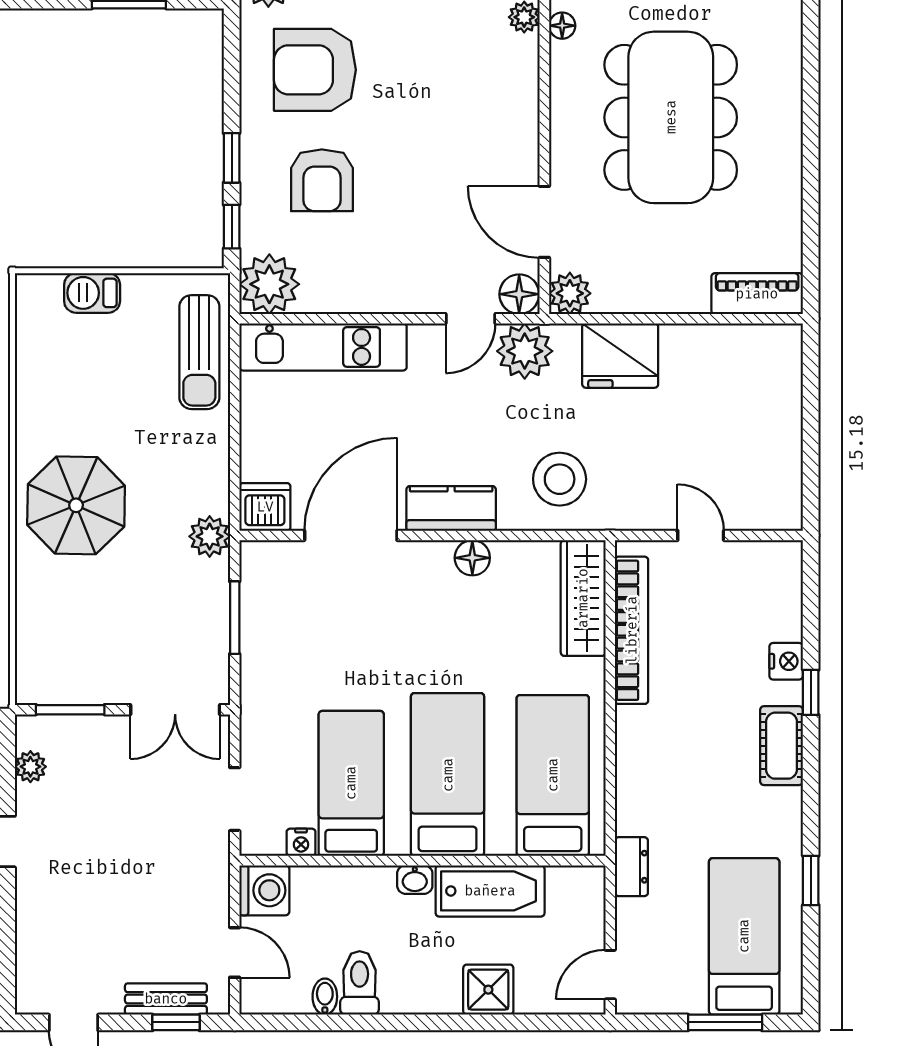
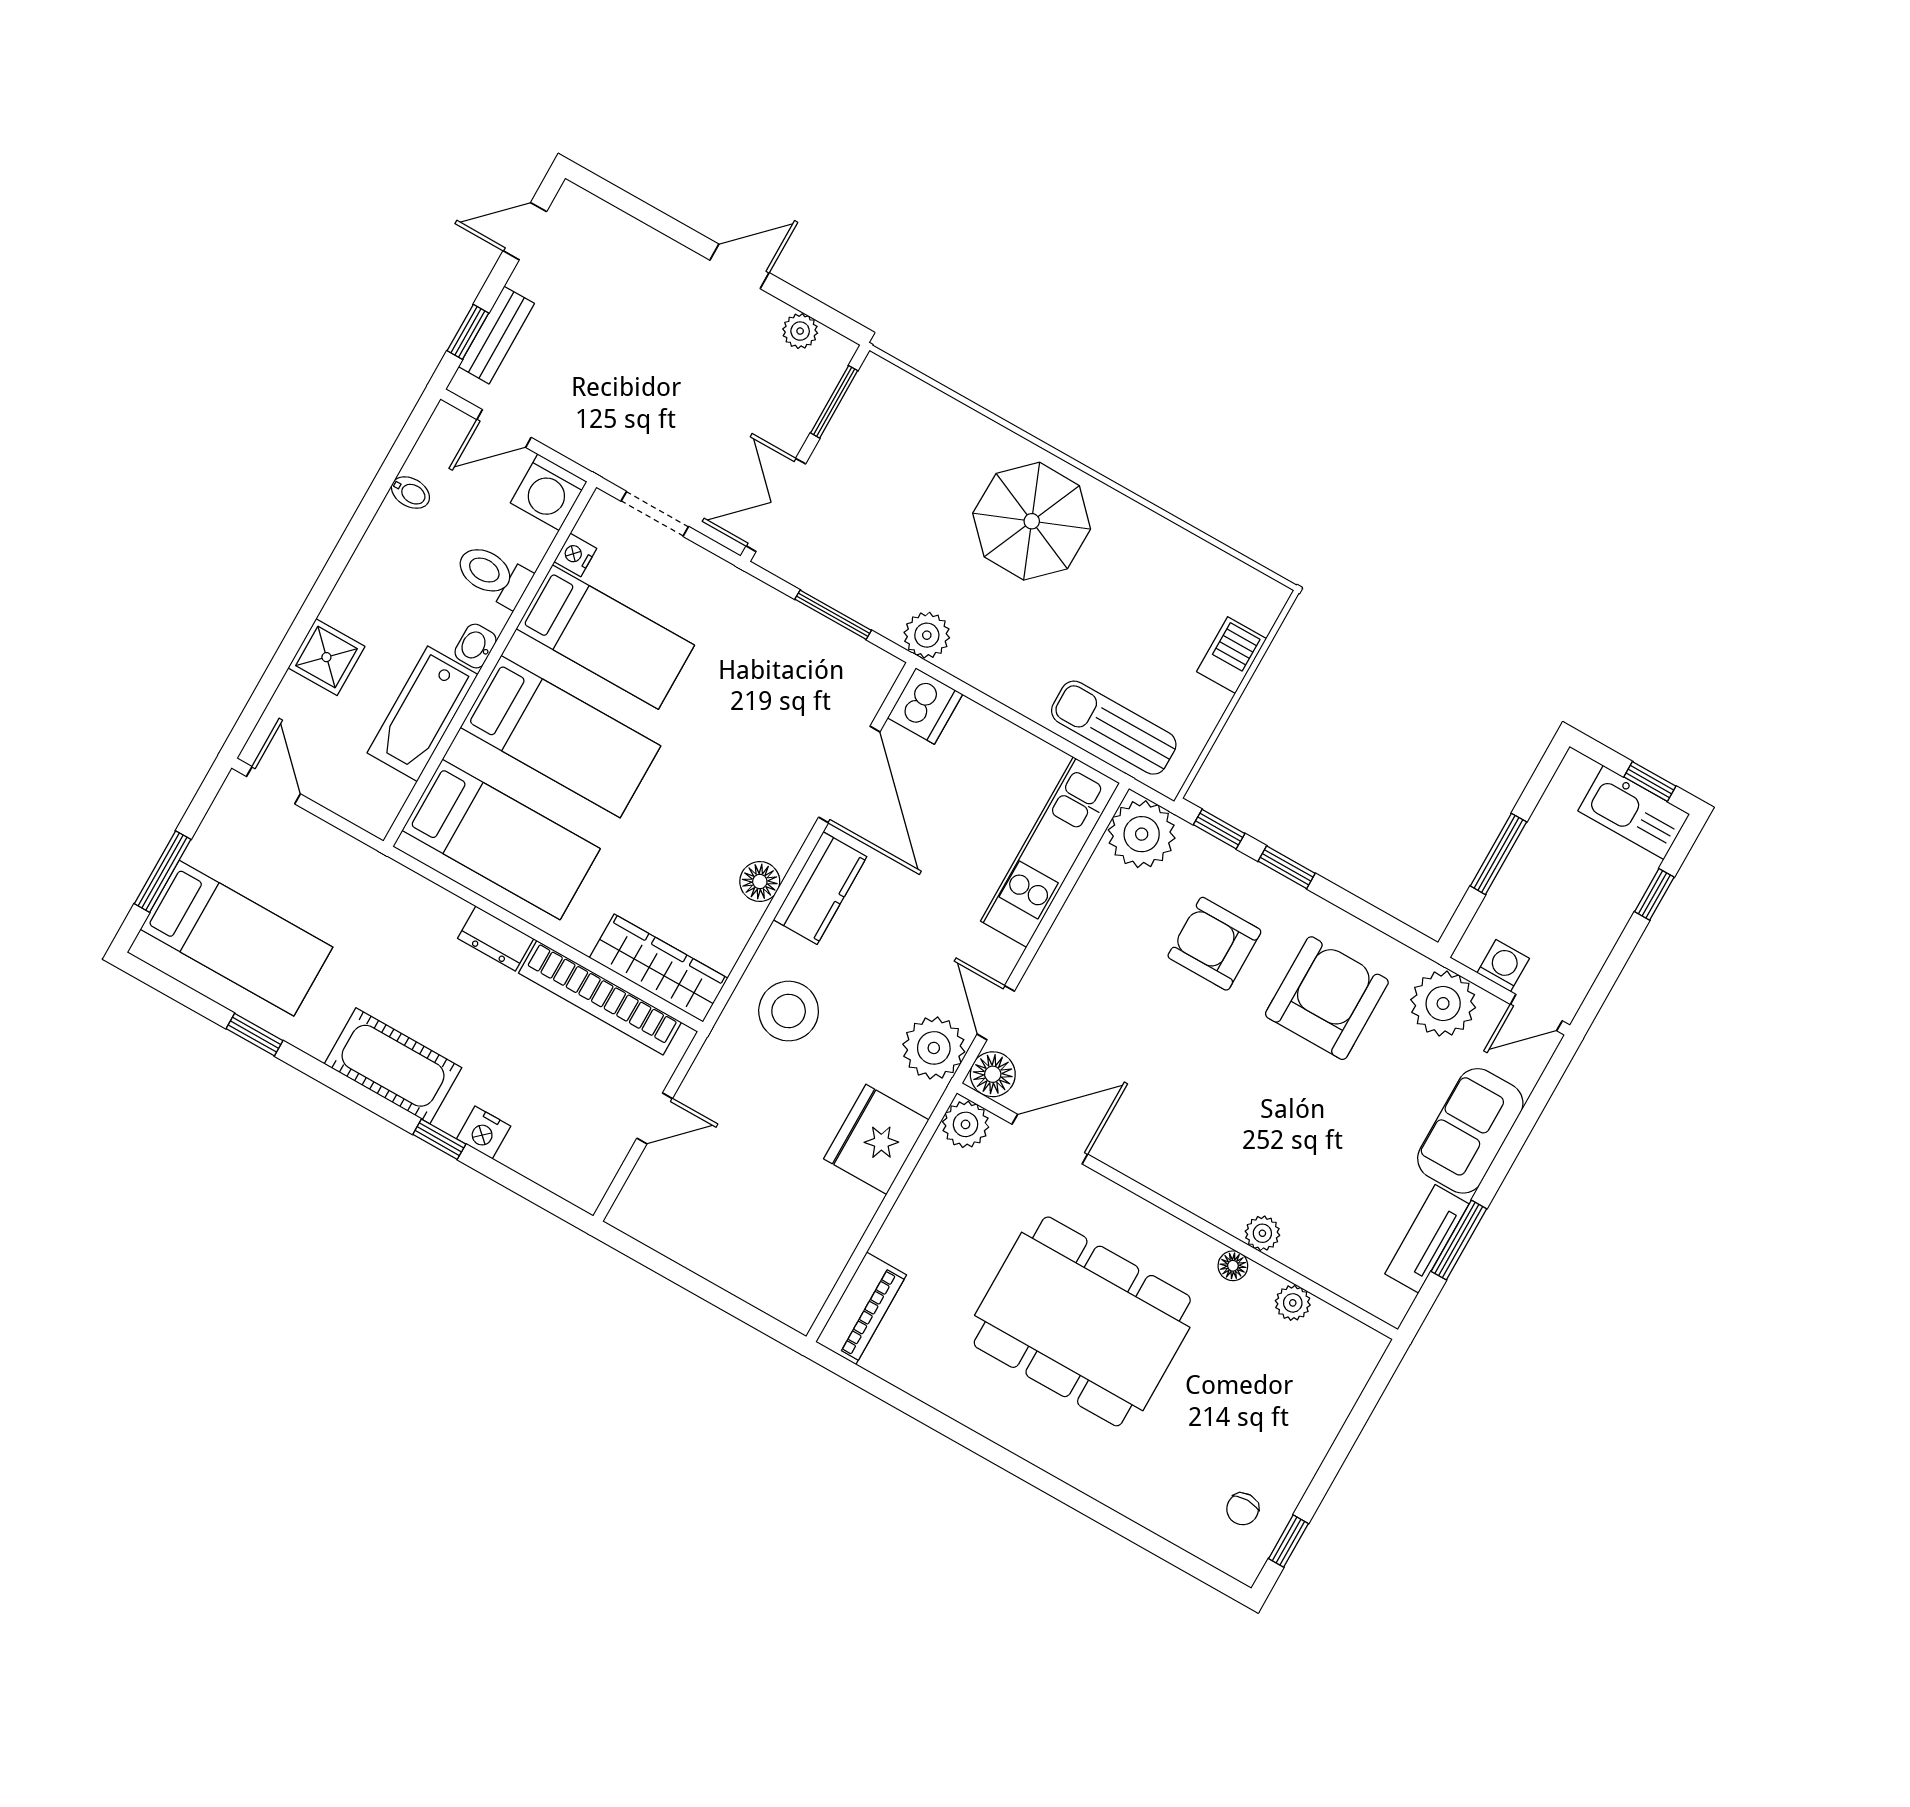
cot: (782, 746) -> (393, 1066), width x1.37, depth x1.34
dresser: (631, 867) -> (496, 938), moved
toilet: (360, 983) -> (493, 575), moved, turned 180

